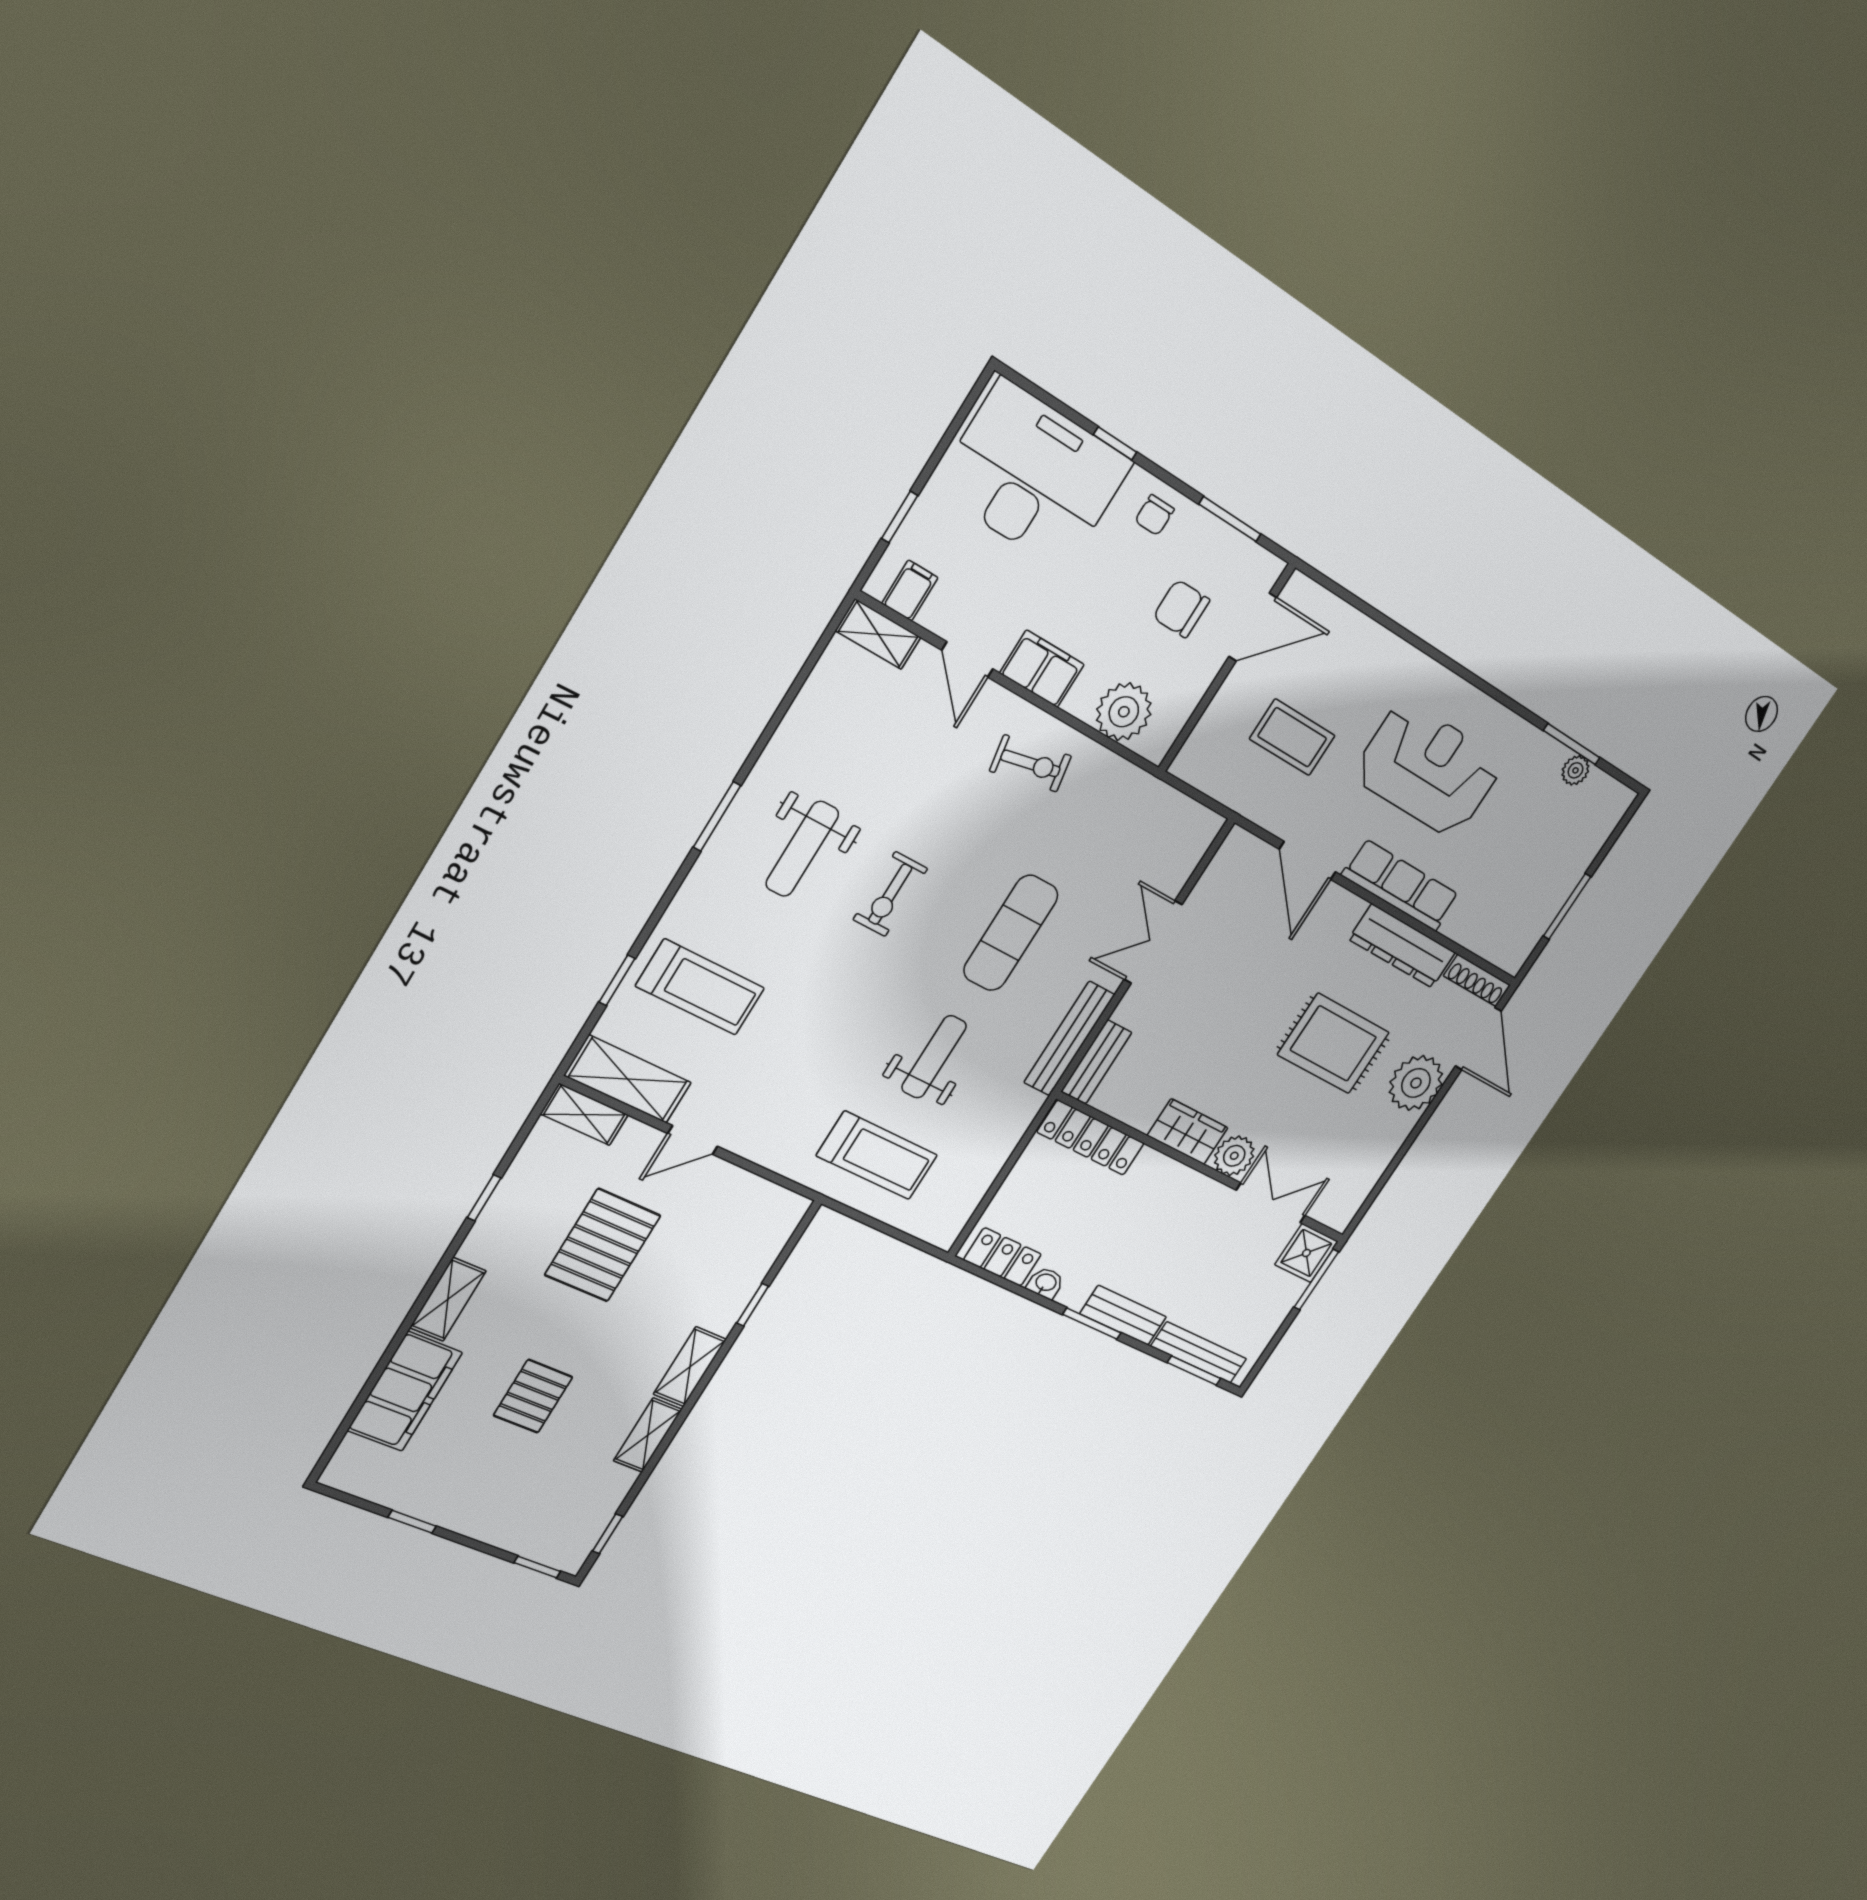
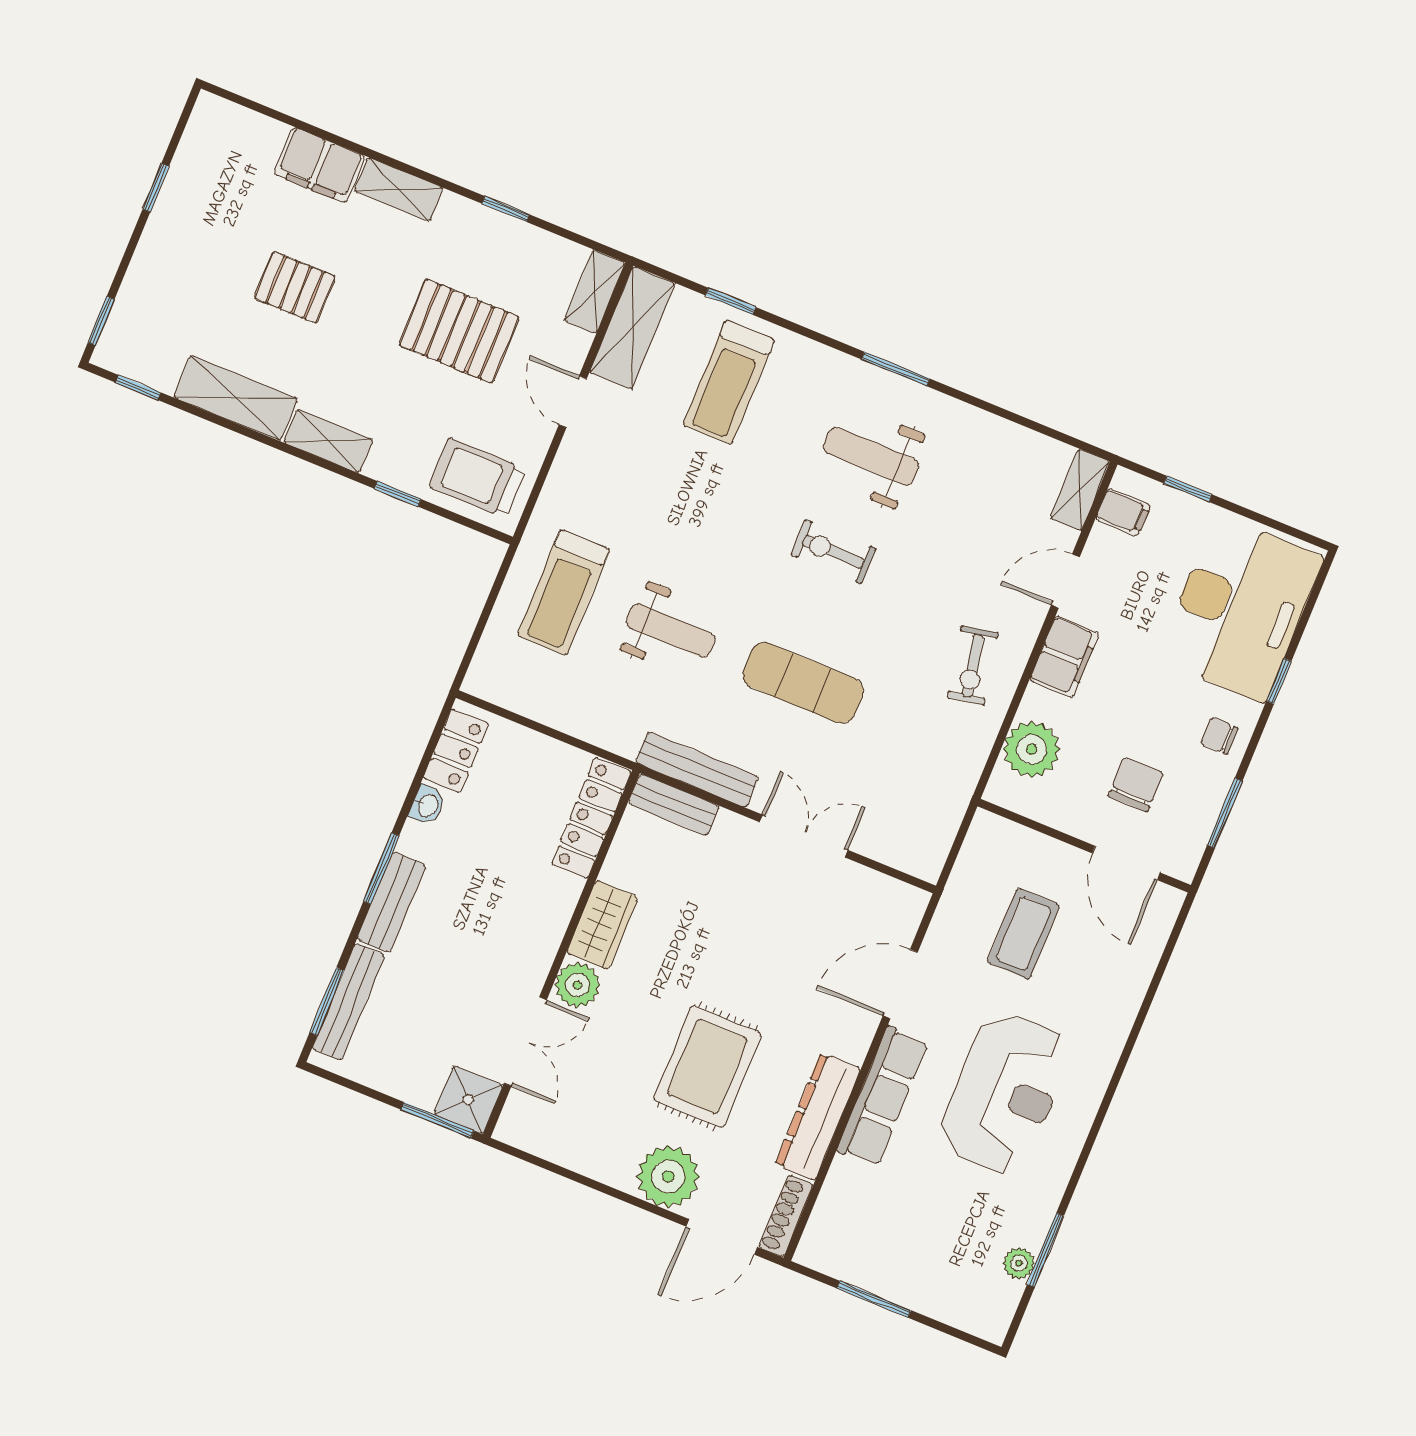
trolley: (751, 1232) -> (477, 478), added
filing cabinet: (405, 1391) -> (319, 165), width x0.67, depth x0.86
shelving: (648, 1435) -> (235, 398), width x1.50, depth x1.33

